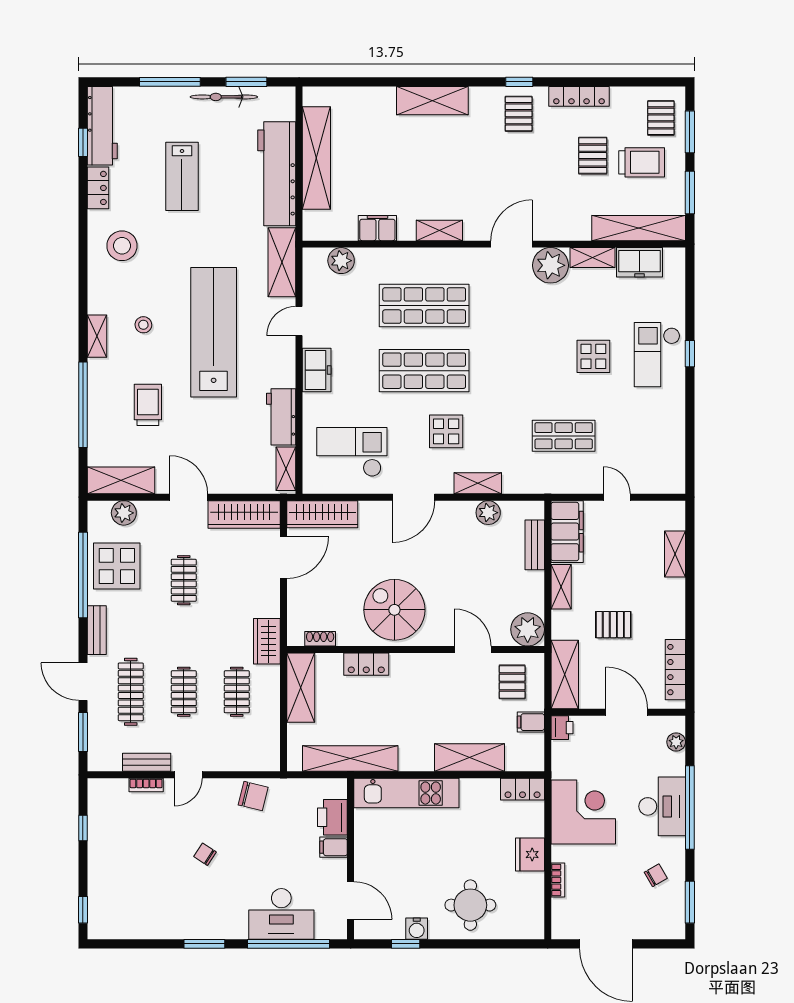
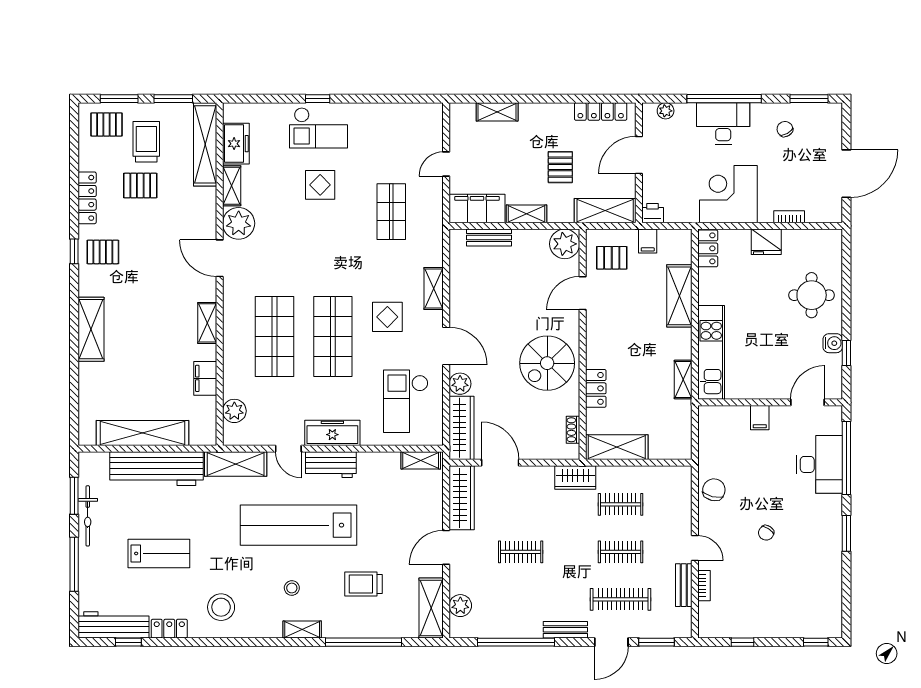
freezer: (317, 370) -> (332, 433), width x1.40
workbench: (281, 417) -> (331, 465), moved
plant: (488, 513) -> (460, 384), moved
display table: (117, 566) -> (508, 612), removed
shelving: (350, 759) -> (683, 380), width x0.45, depth x0.75
printer: (332, 817) -> (733, 419), removed

